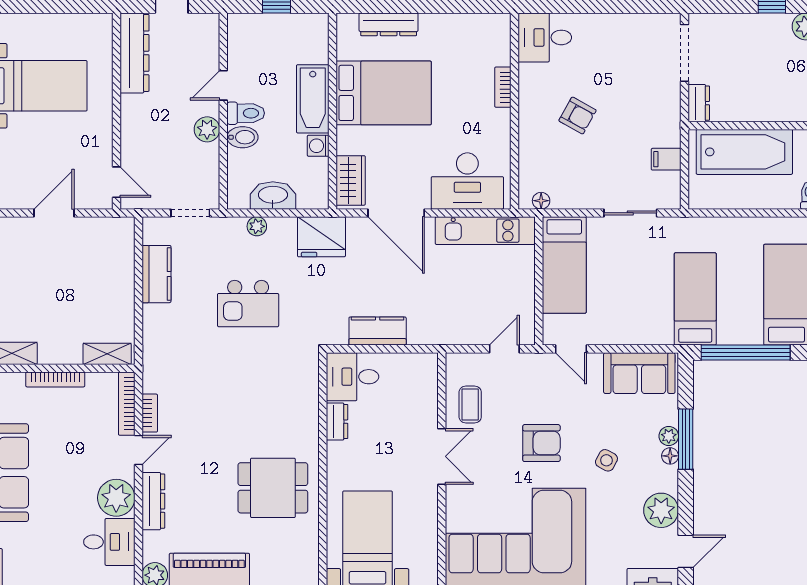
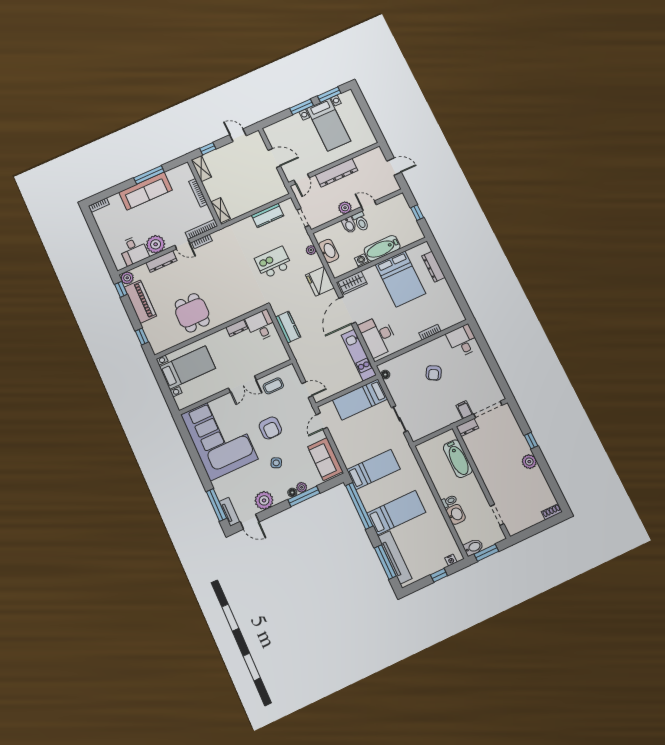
dresser: (135, 53) -> (337, 173), moved
bathtub: (744, 152) -> (458, 459), width x0.73, depth x0.73
filing cabinet: (666, 159) -> (464, 410), moved
kitchen island: (248, 304) -> (273, 262), turned 90

